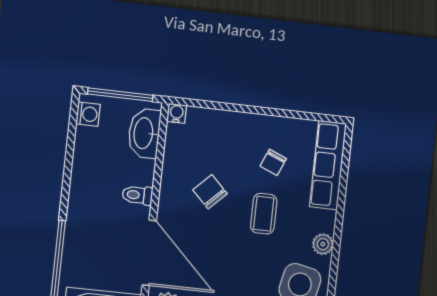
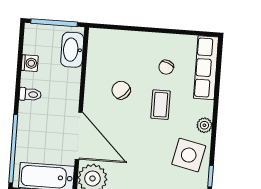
water cooler: (177, 113) -> (95, 35), removed
washing machine: (88, 114) -> (30, 63), moved
toilet: (137, 195) -> (30, 94), moved, turned 180

